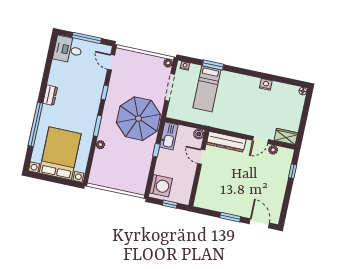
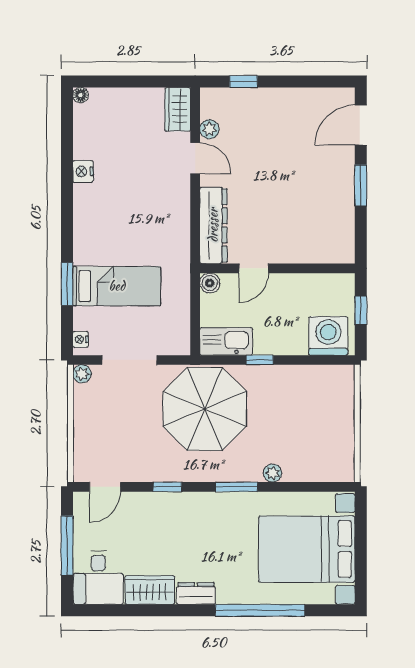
wardrobe: (57, 73) -> (150, 590), added

